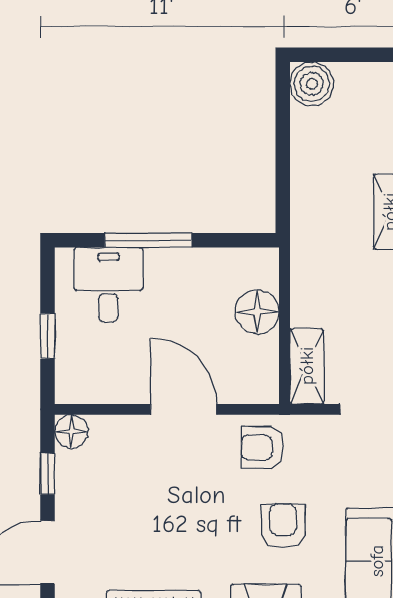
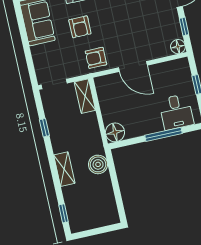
boiler: (312, 84) -> (98, 164), moved
floor lamp: (257, 312) -> (115, 132), moved
armchair: (263, 447) -> (96, 58), turned 180

